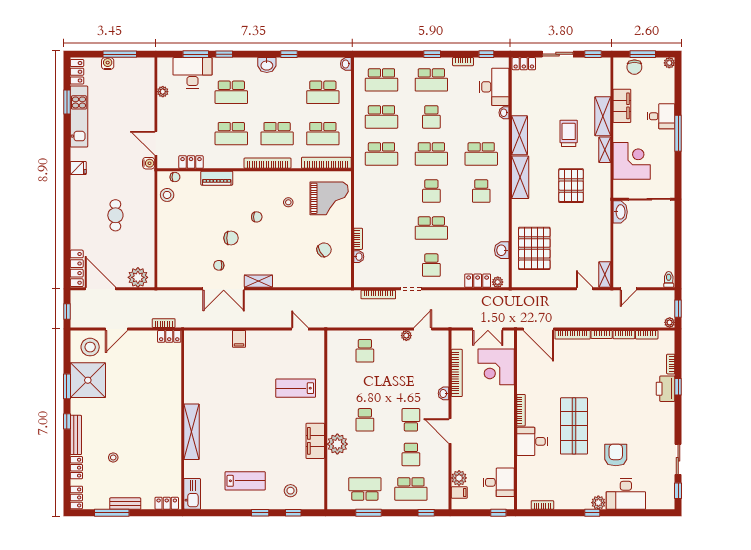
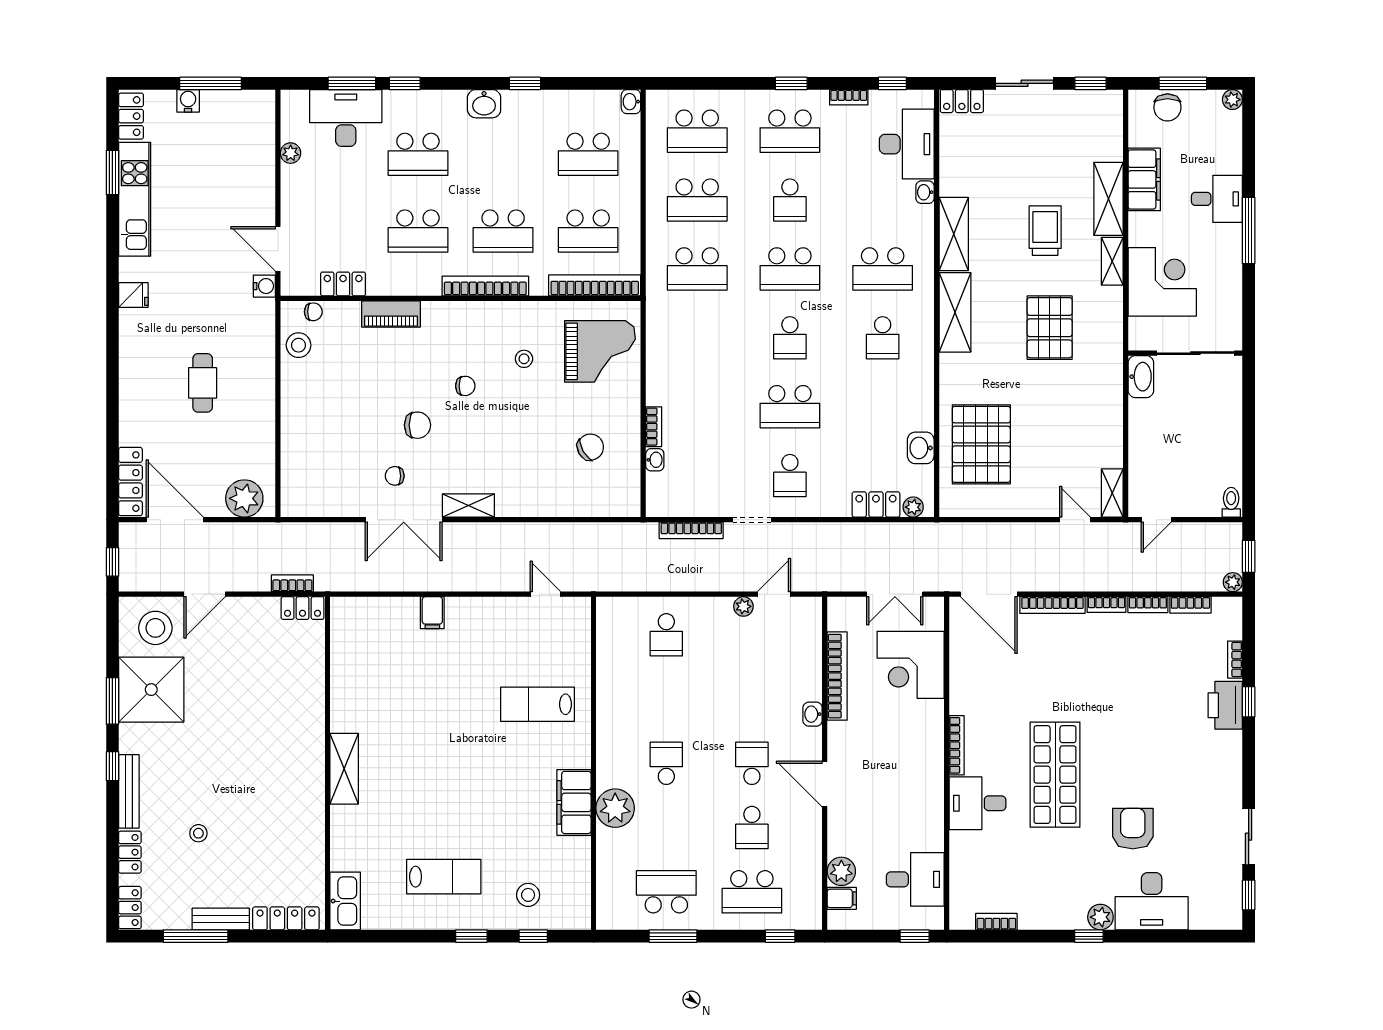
school desk: (365, 420) -> (666, 763), turned 180
shelving: (192, 432) -> (344, 769), width x0.68
locker: (167, 503) -> (286, 918), width x1.53

